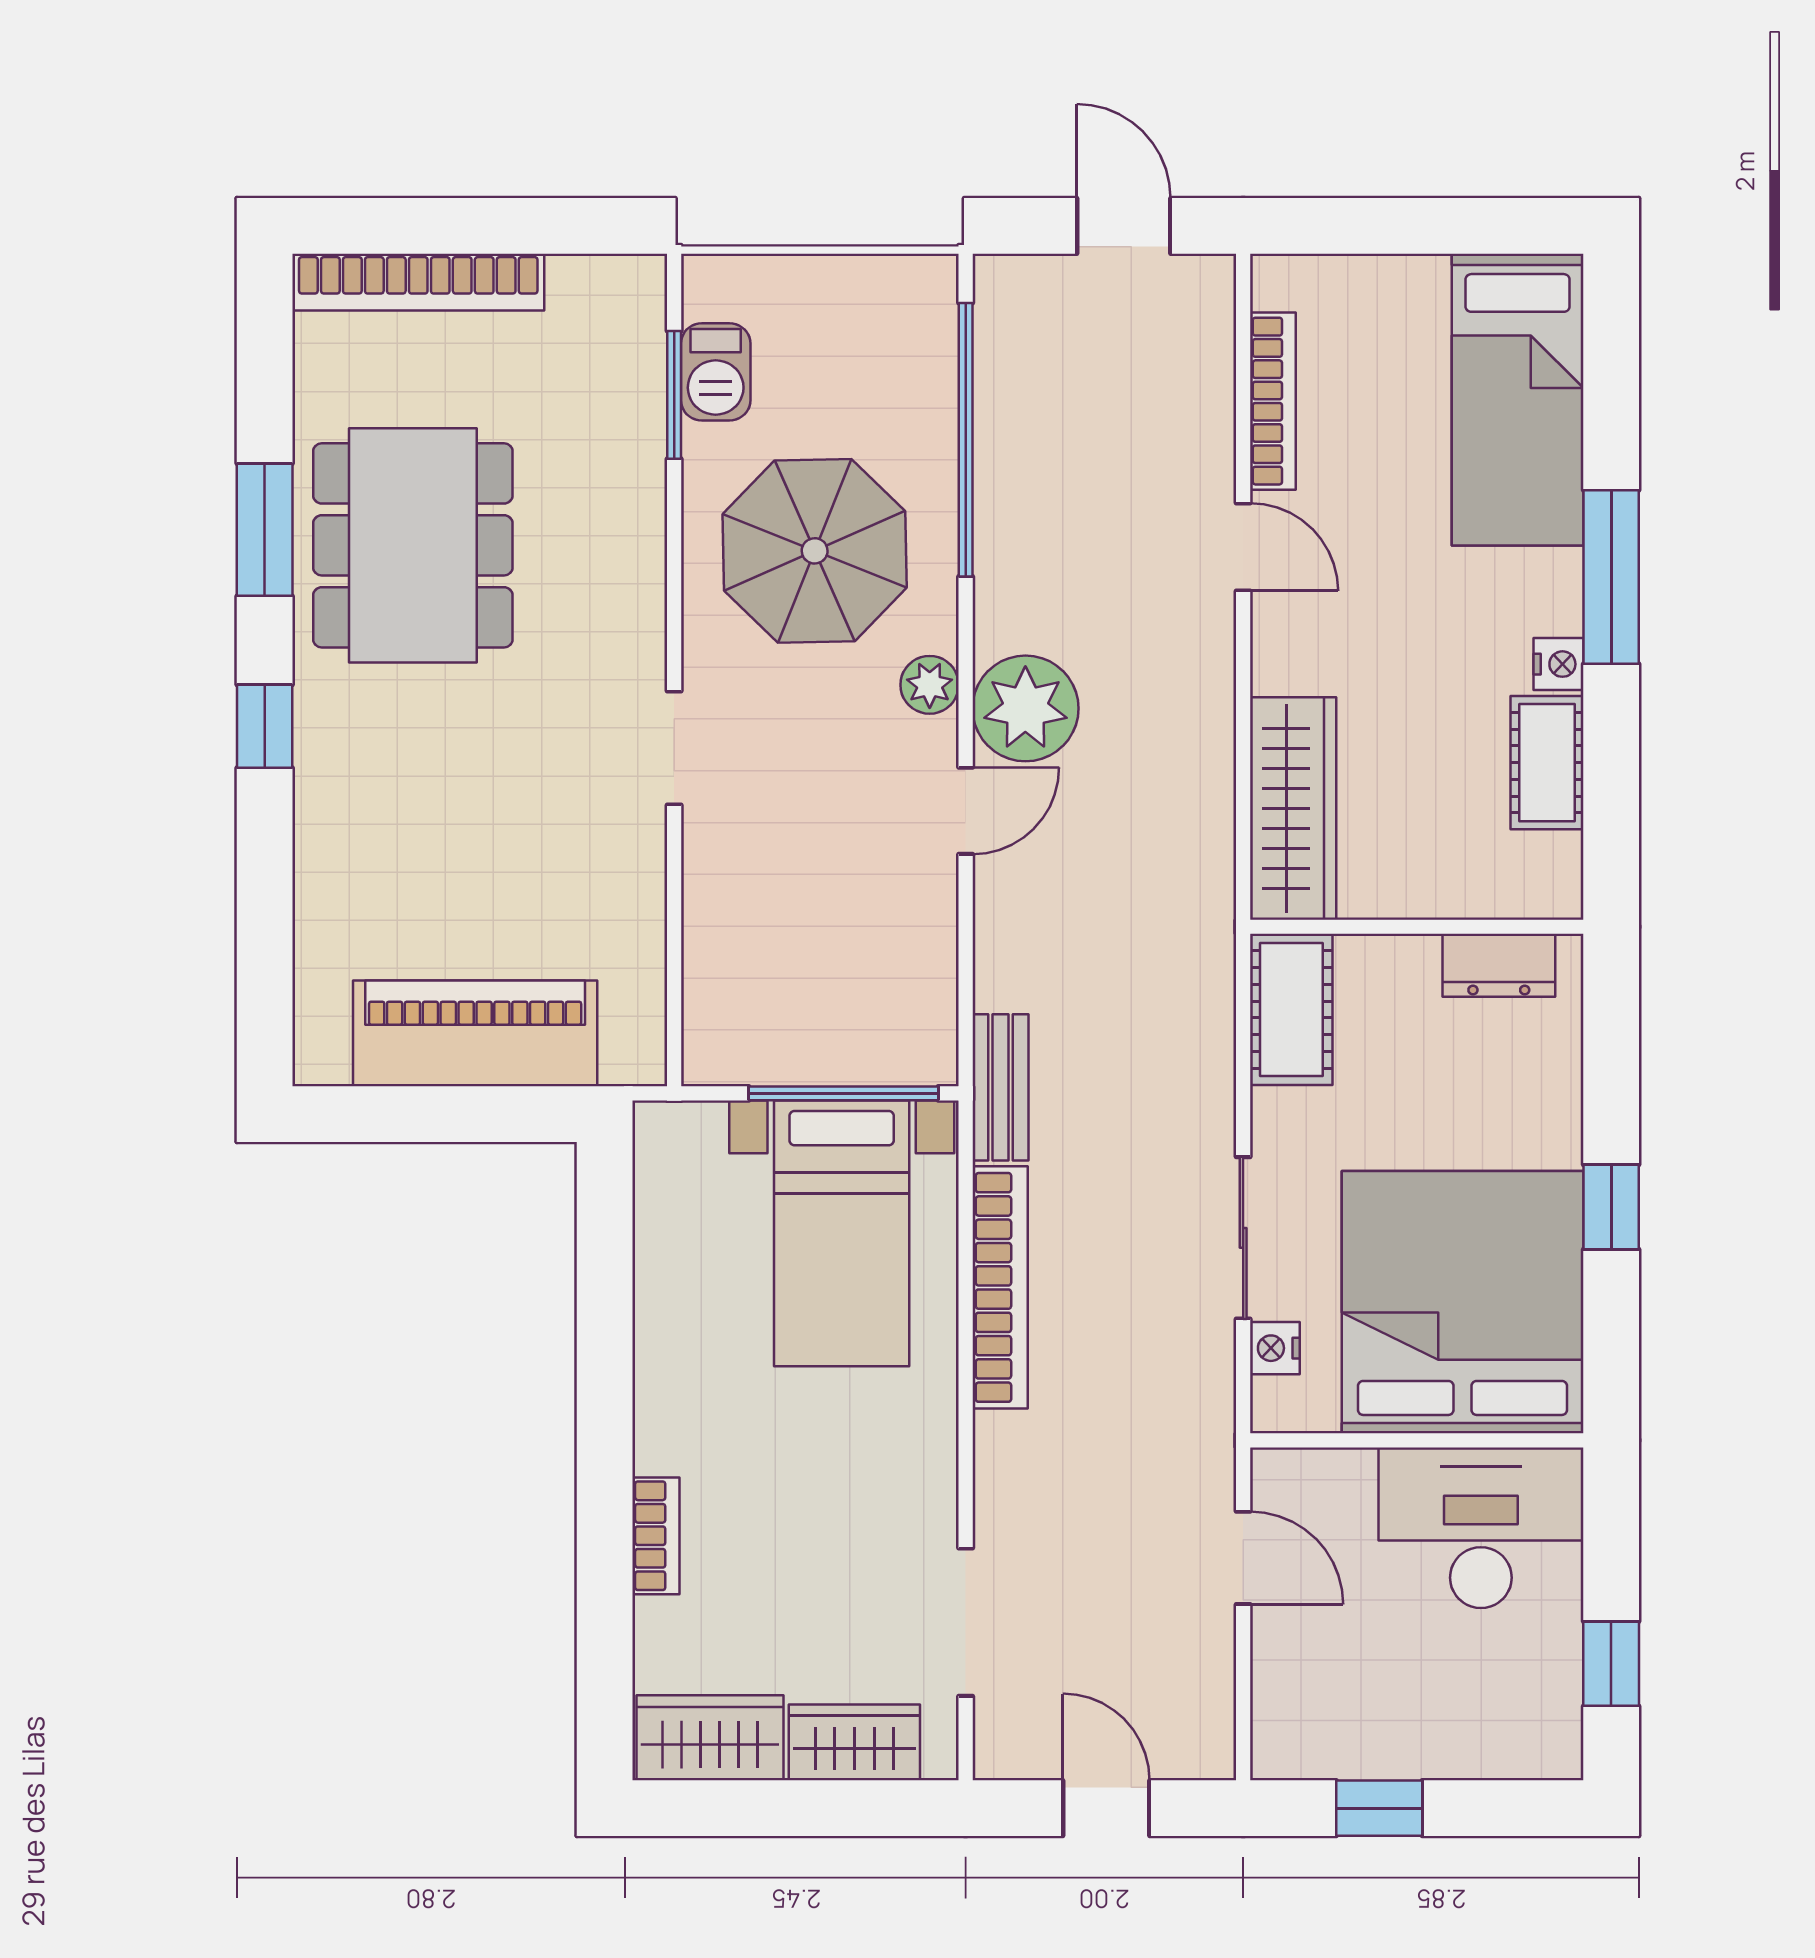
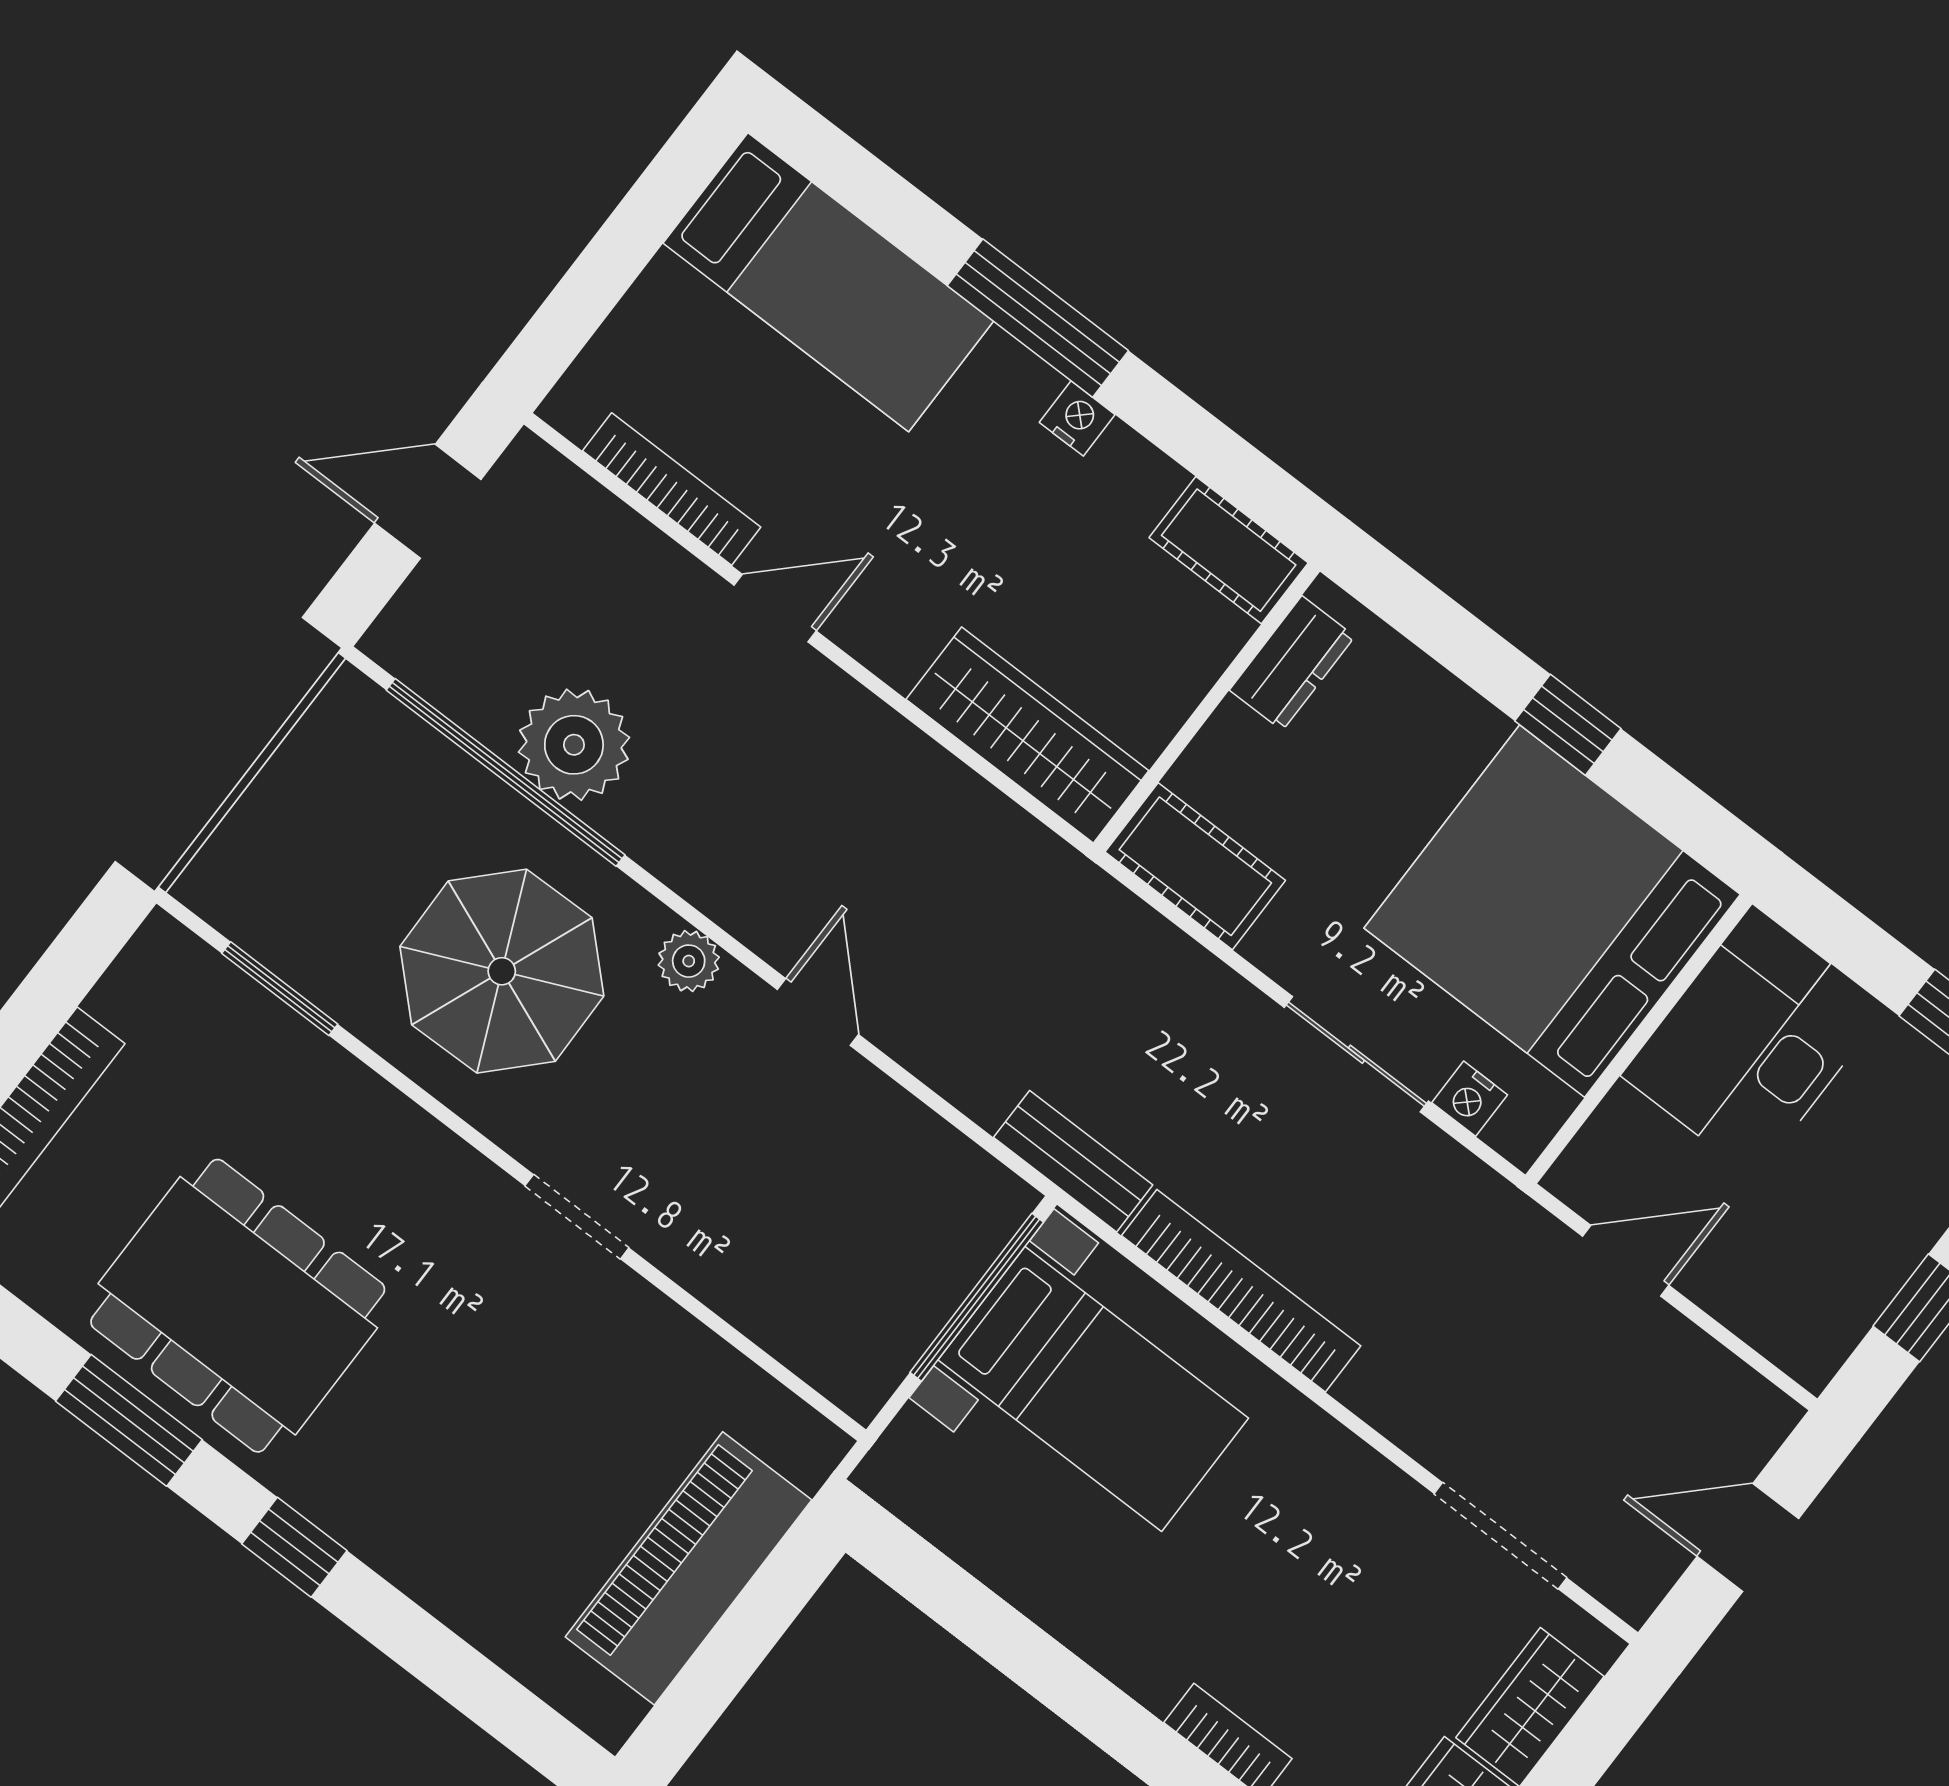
barbecue: (716, 372) -> (287, 939), removed
plant: (1025, 708) -> (574, 745), moved
cot: (1547, 763) -> (1229, 550), moved

